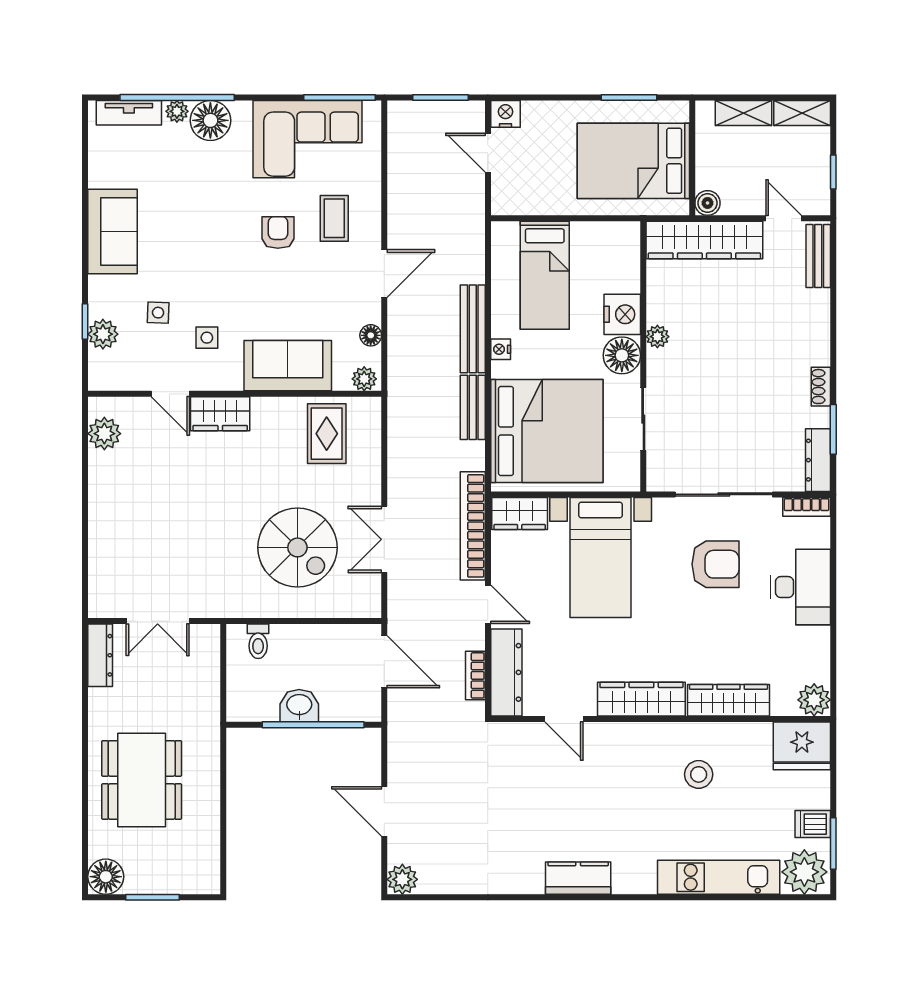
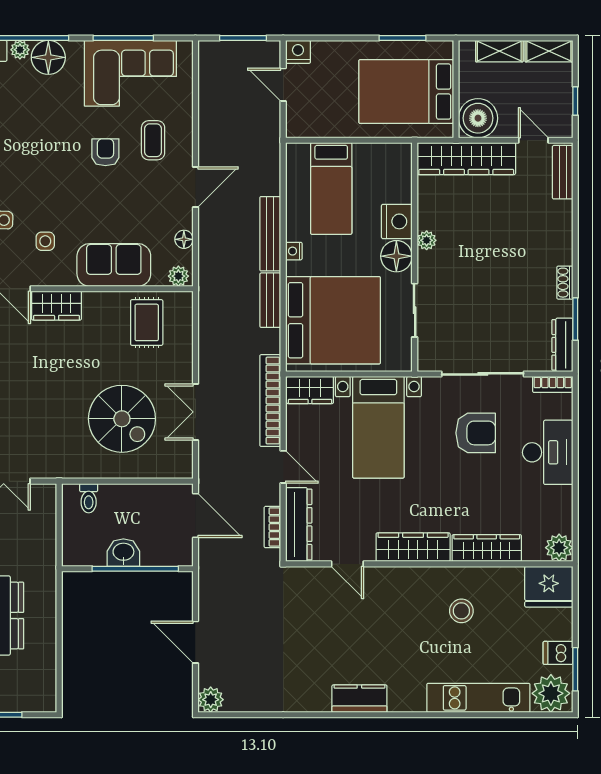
window: (339, 97) -> (123, 38), moved
boiler: (707, 203) -> (478, 118), width x1.86, depth x1.86

